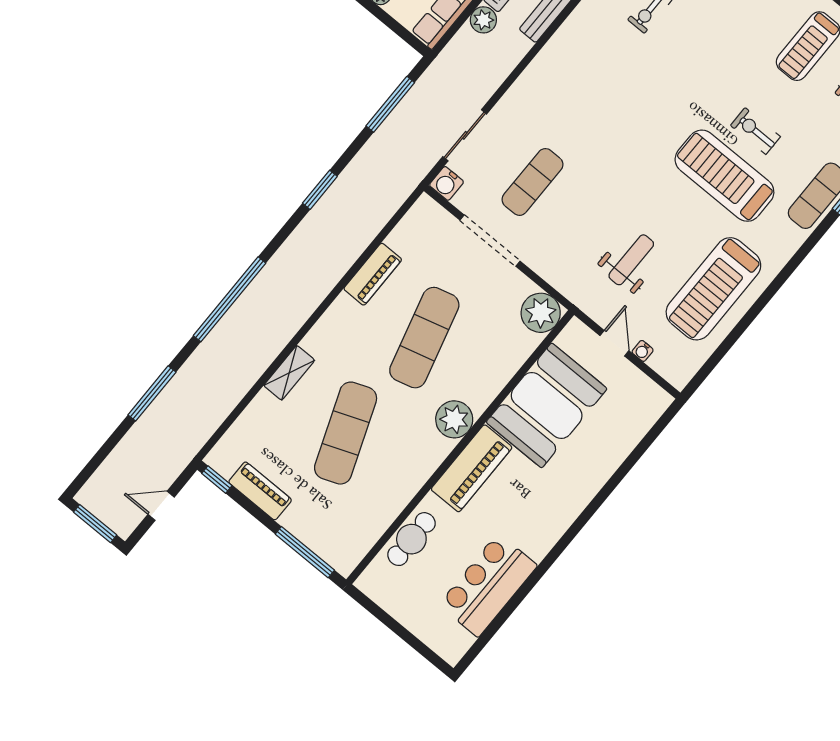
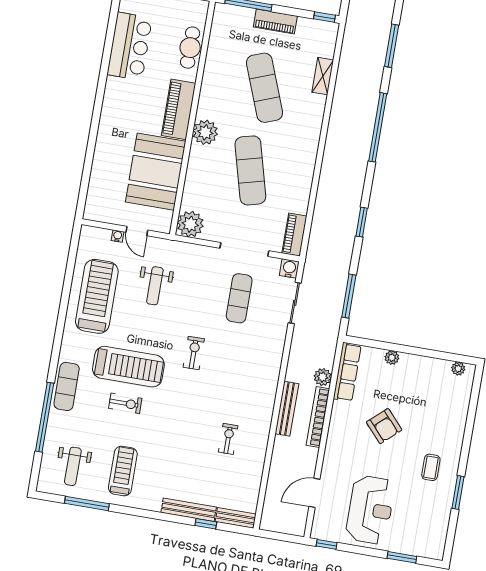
exercise bike: (631, 145) -> (194, 353), added
piano: (373, 274) -> (294, 235), moved
shelving: (289, 373) -> (323, 76), moved
piano: (260, 491) -> (275, 21), moved

